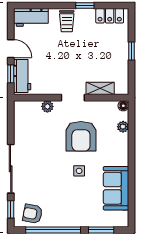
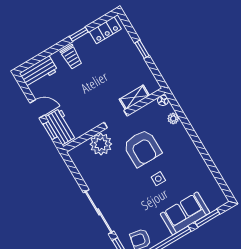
plant: (47, 106) -> (101, 144), width x1.87, depth x1.87
sofa: (116, 188) -> (185, 213), moved, turned 90

